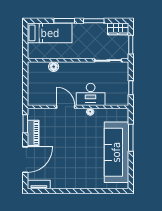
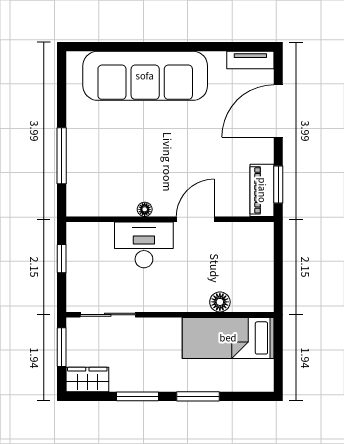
bed: (50, 33) -> (228, 338), moved
door: (66, 107) -> (195, 219), swing flipped
piano: (33, 133) -> (262, 190), moved
sofa: (116, 152) -> (145, 76), moved, turned 90

